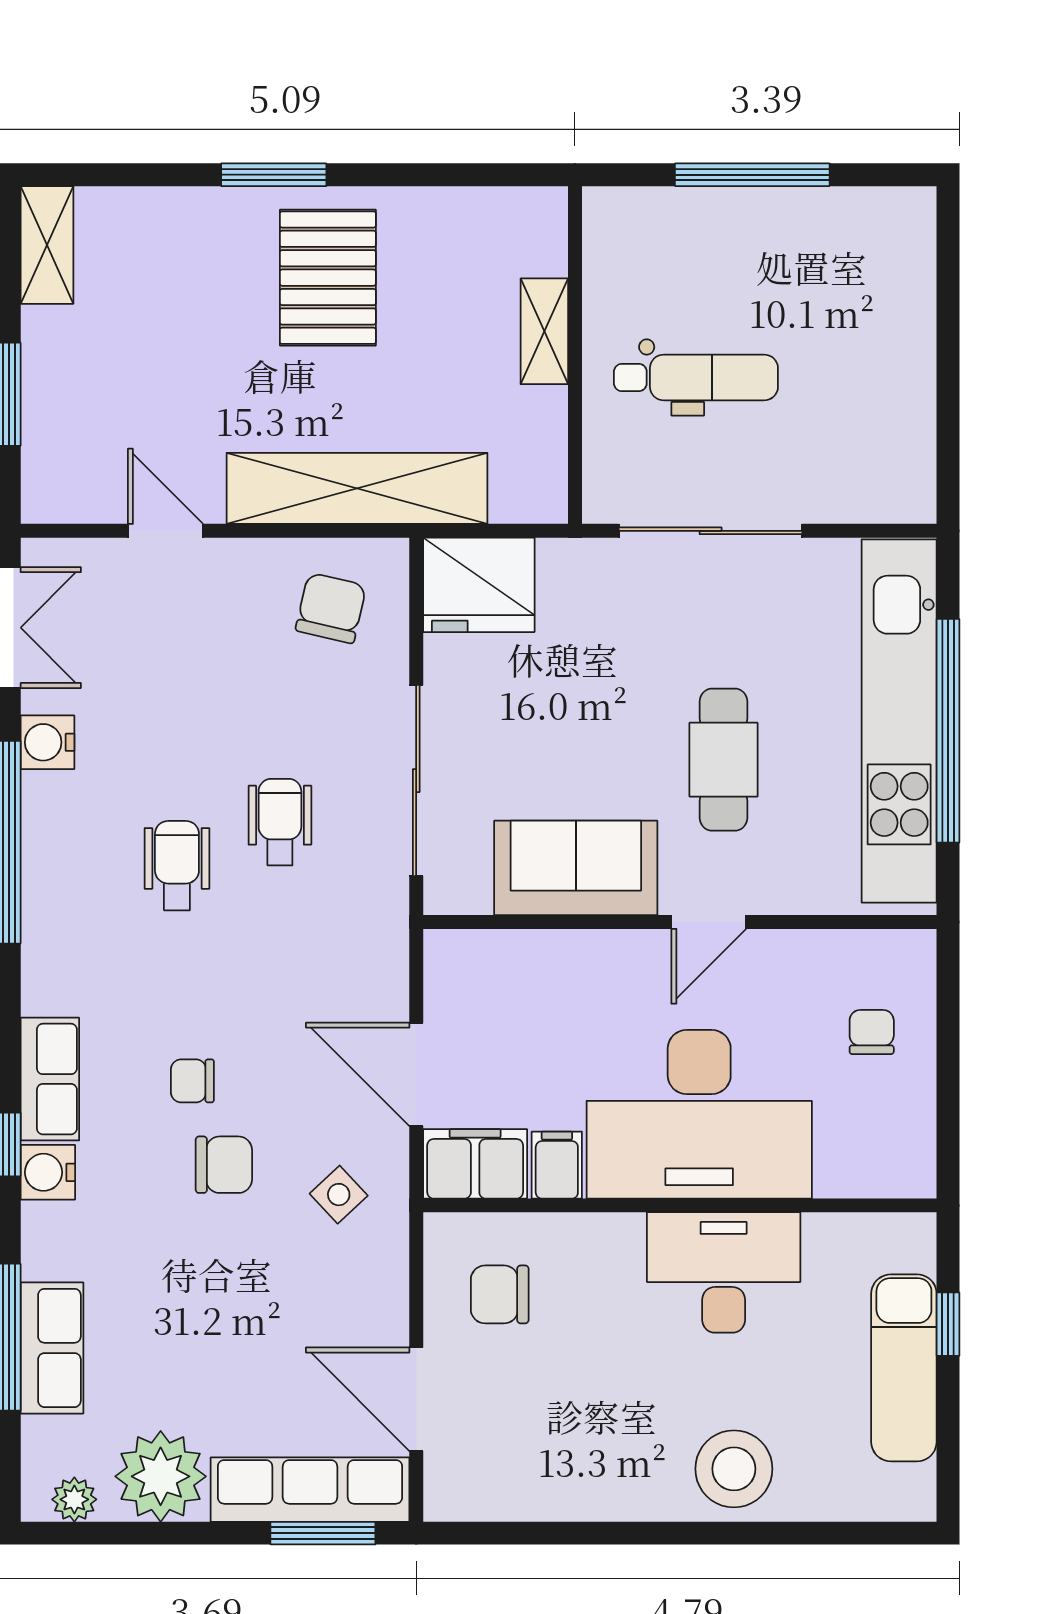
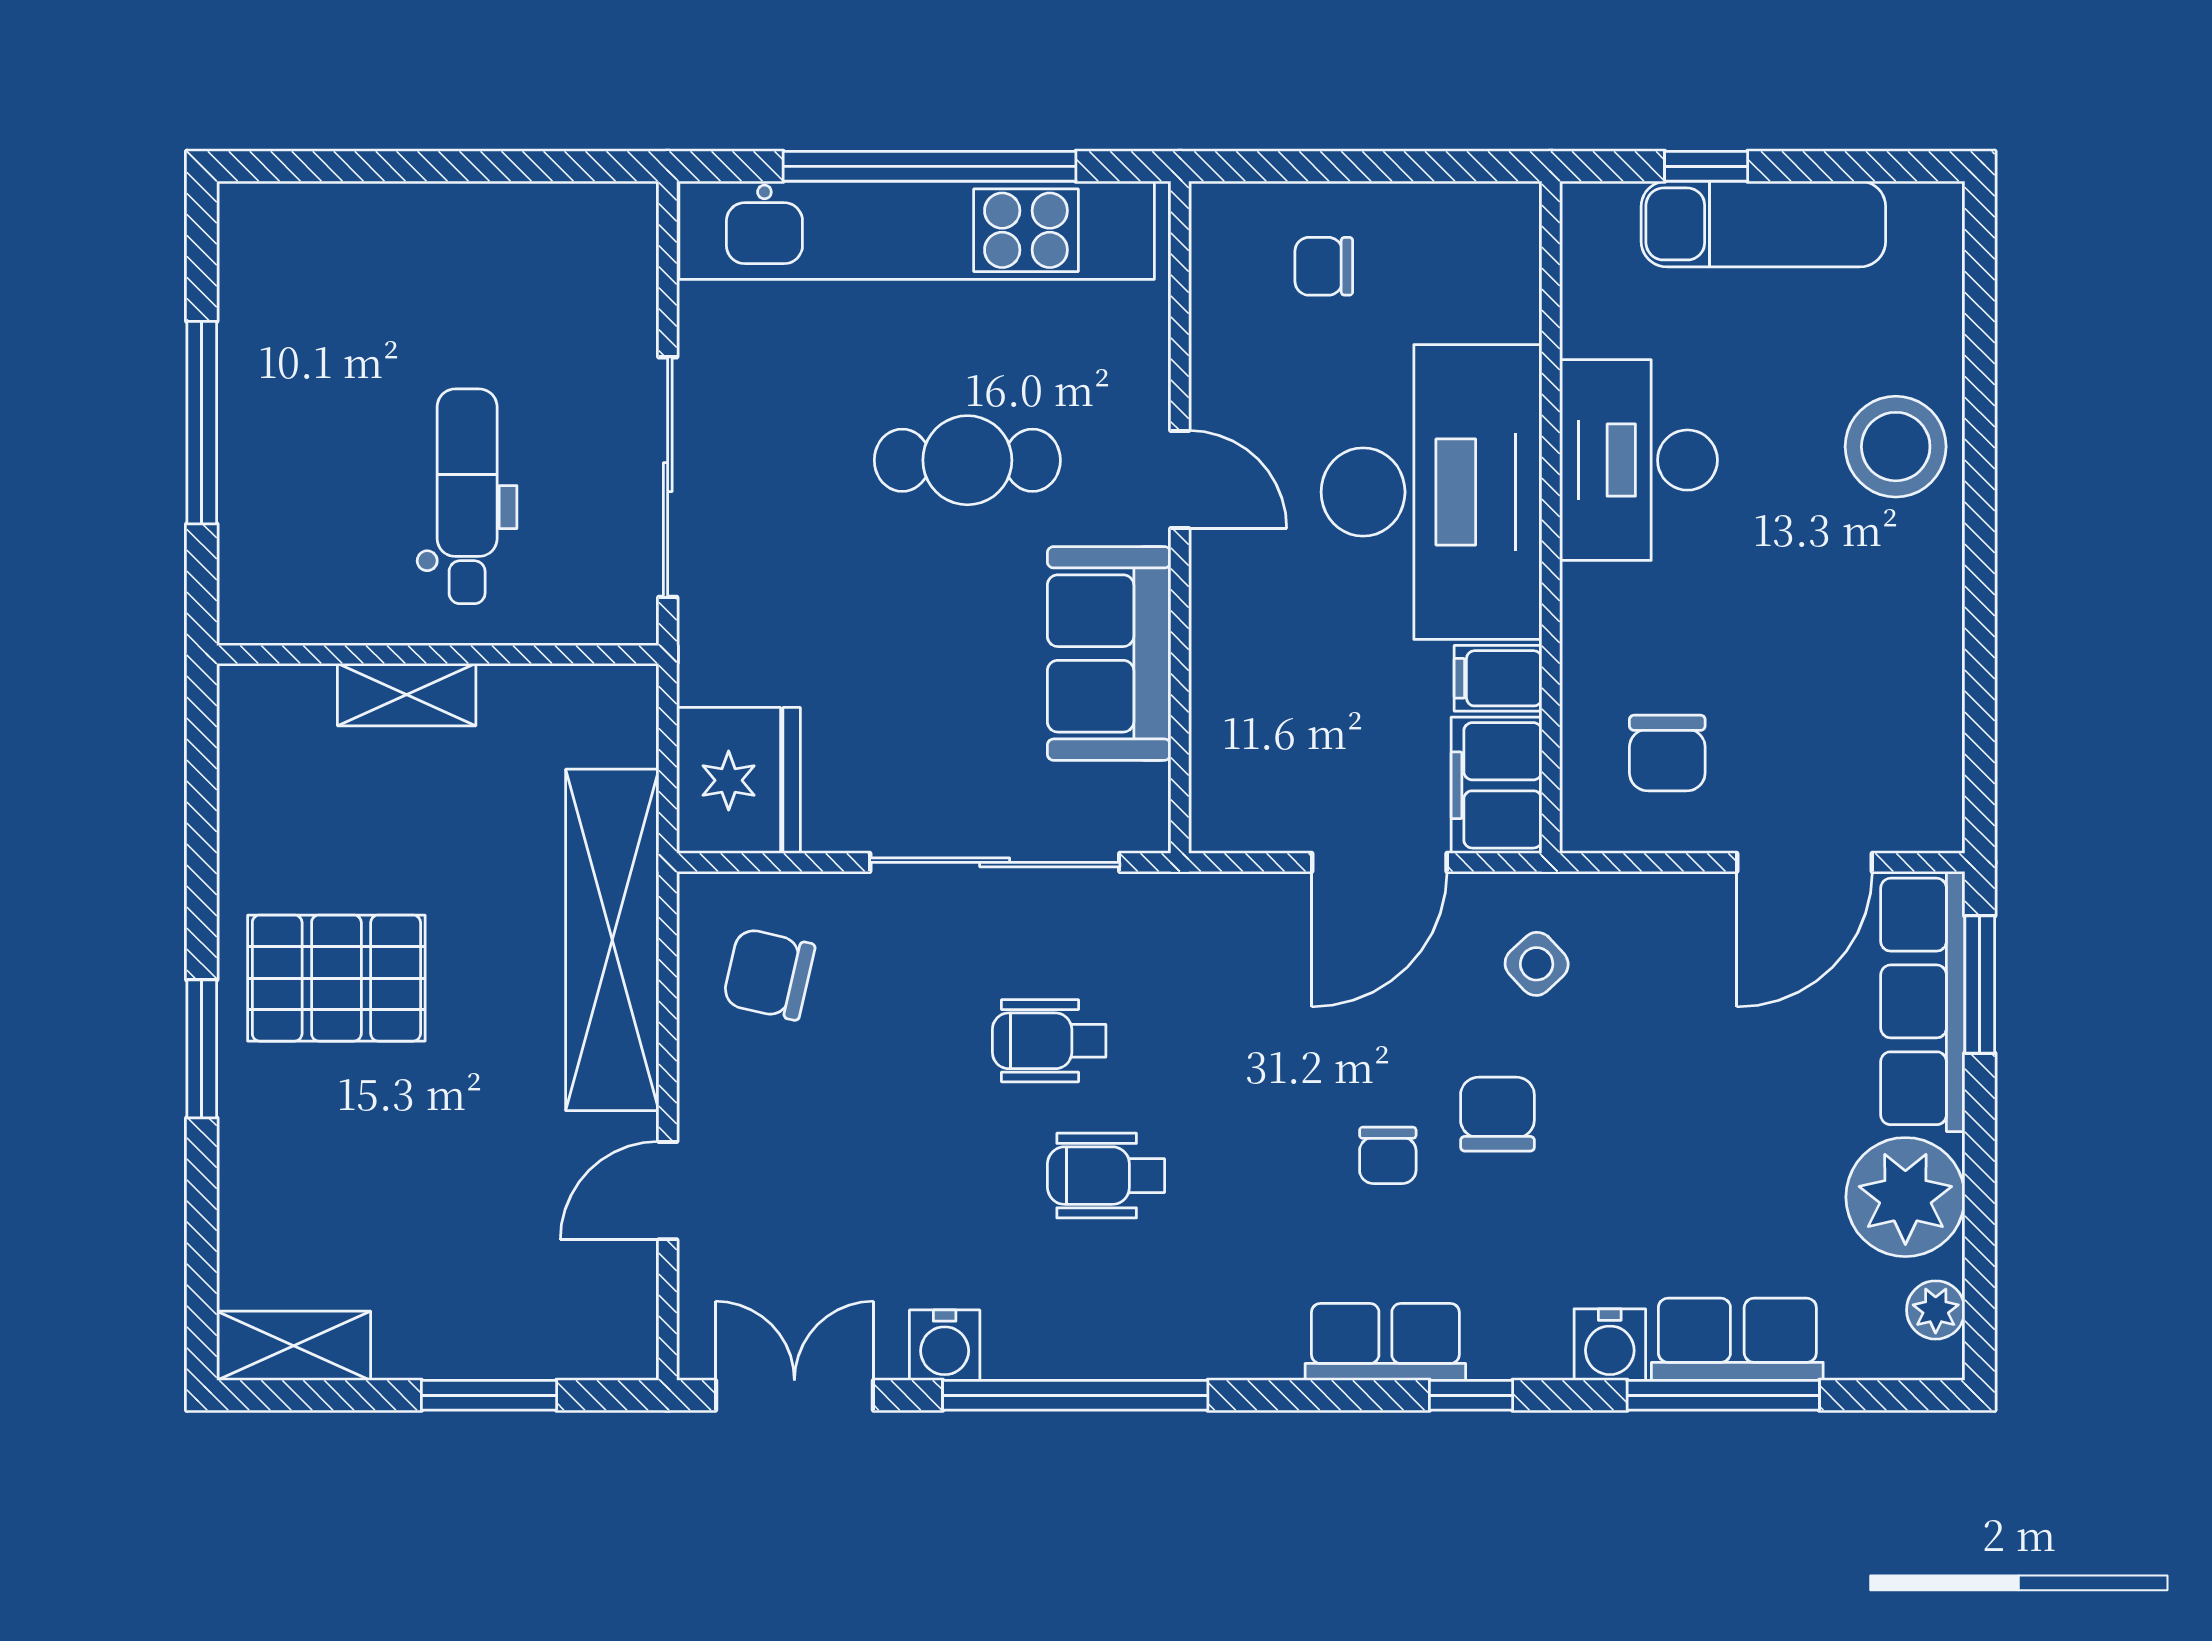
water cooler: (48, 1172) -> (1610, 1345), moved

